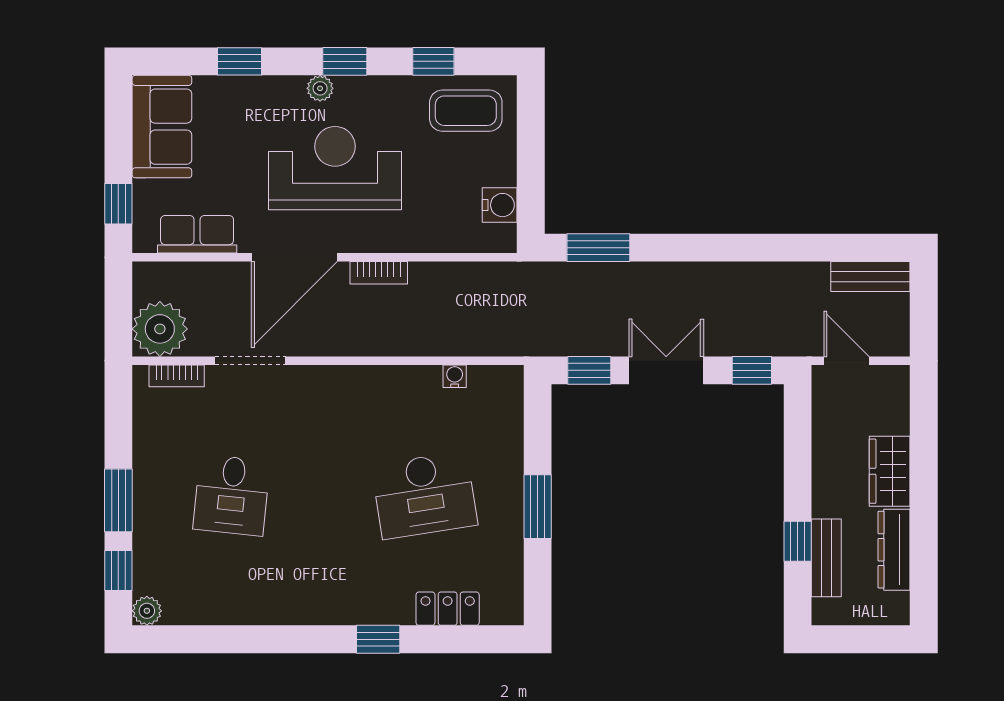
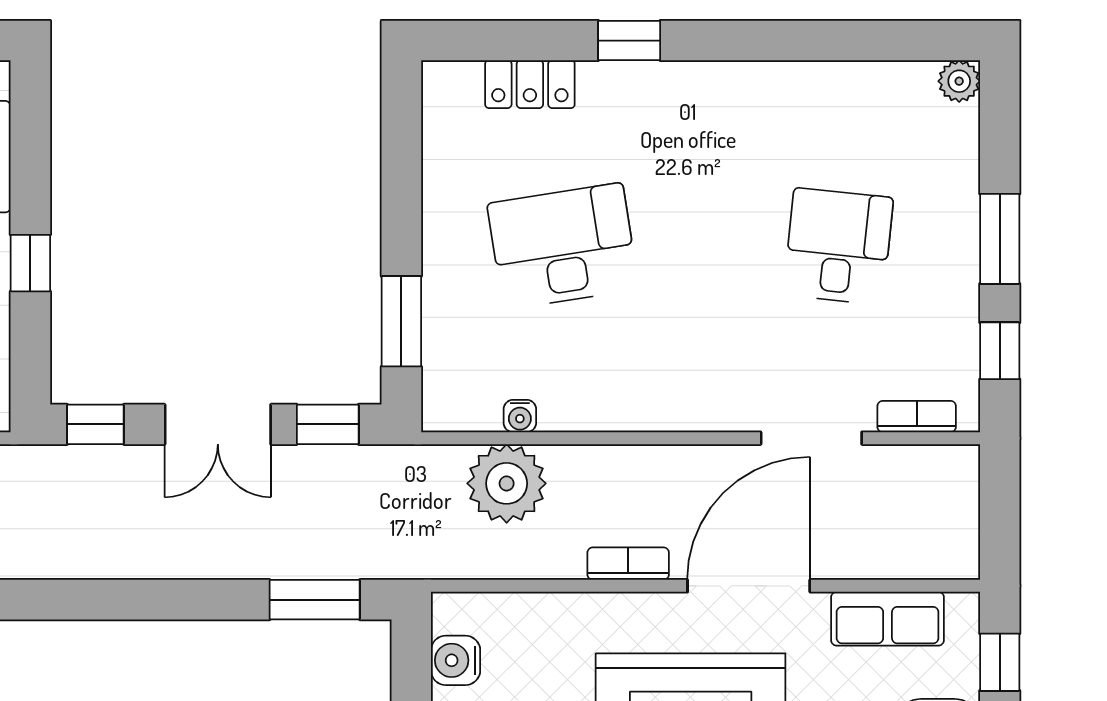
plant: (160, 329) -> (507, 483), moved
window: (538, 507) -> (401, 321), moved
window: (798, 541) -> (30, 263), moved
window: (118, 571) -> (1000, 351), moved

